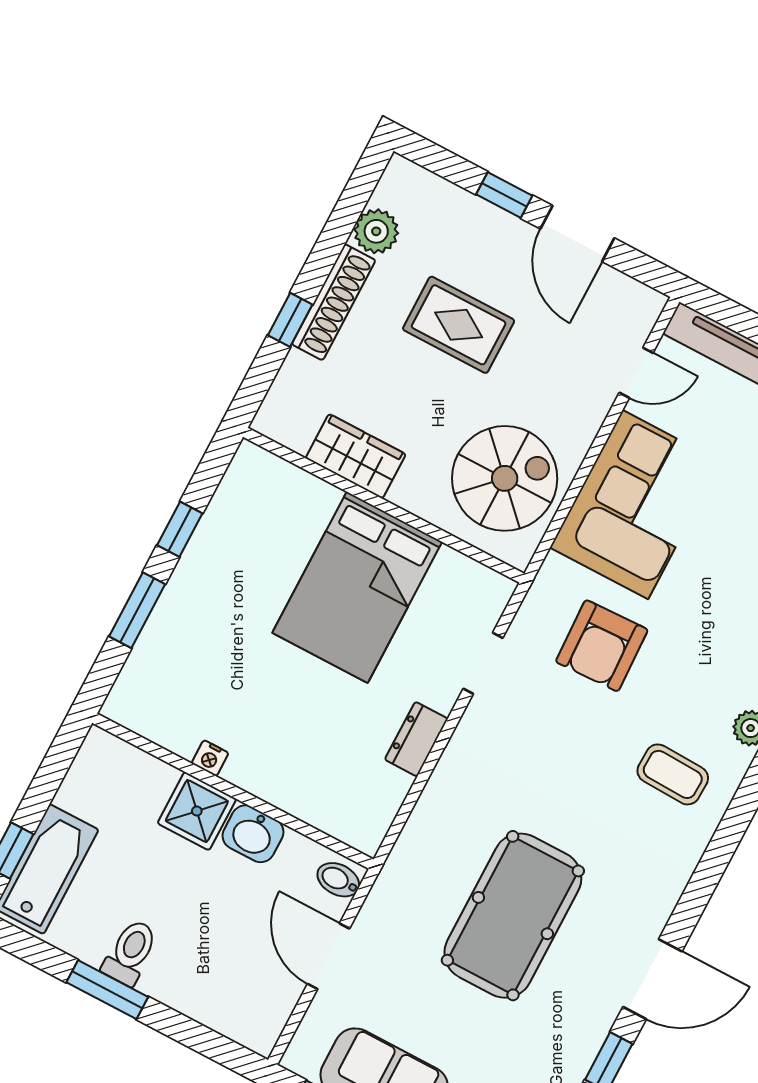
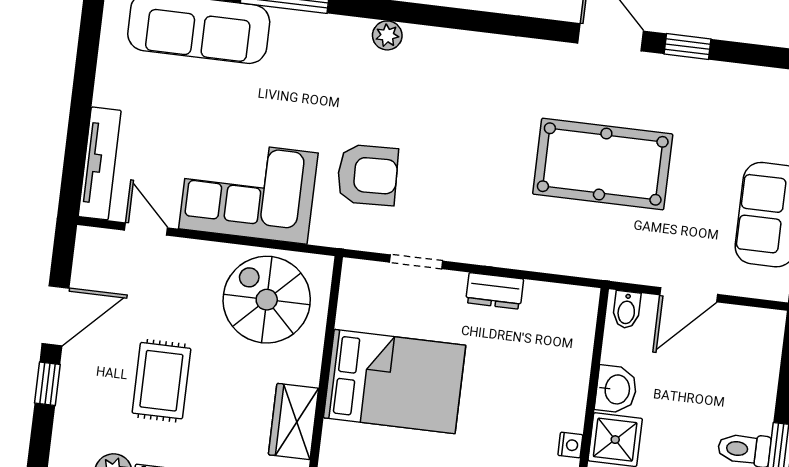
coffee table: (673, 774) -> (446, 82), removed

